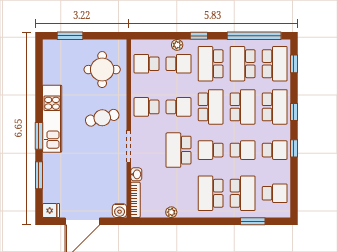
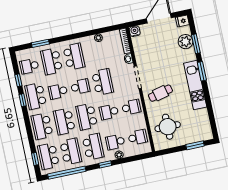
window: (294, 112) -> (18, 80), moved
school desk: (275, 150) -> (36, 96), width x1.85
plant: (53, 181) -> (185, 42), added

